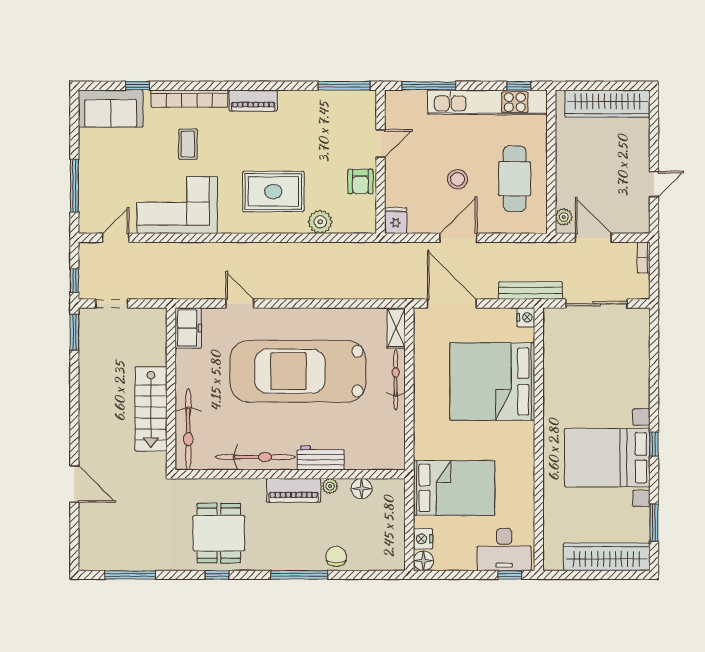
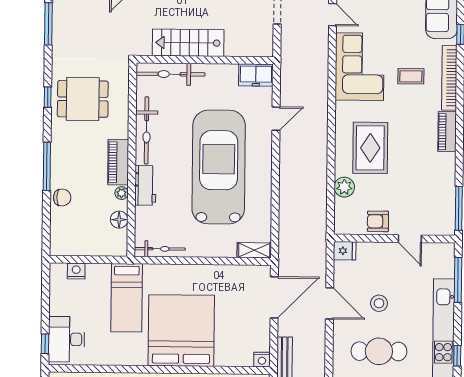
bicycle: (396, 380) -> (160, 249), moved
bed: (492, 381) -> (181, 331), moved
bed: (454, 488) -> (127, 298), width x0.67
floor lamp: (423, 561) -> (58, 271), removed

